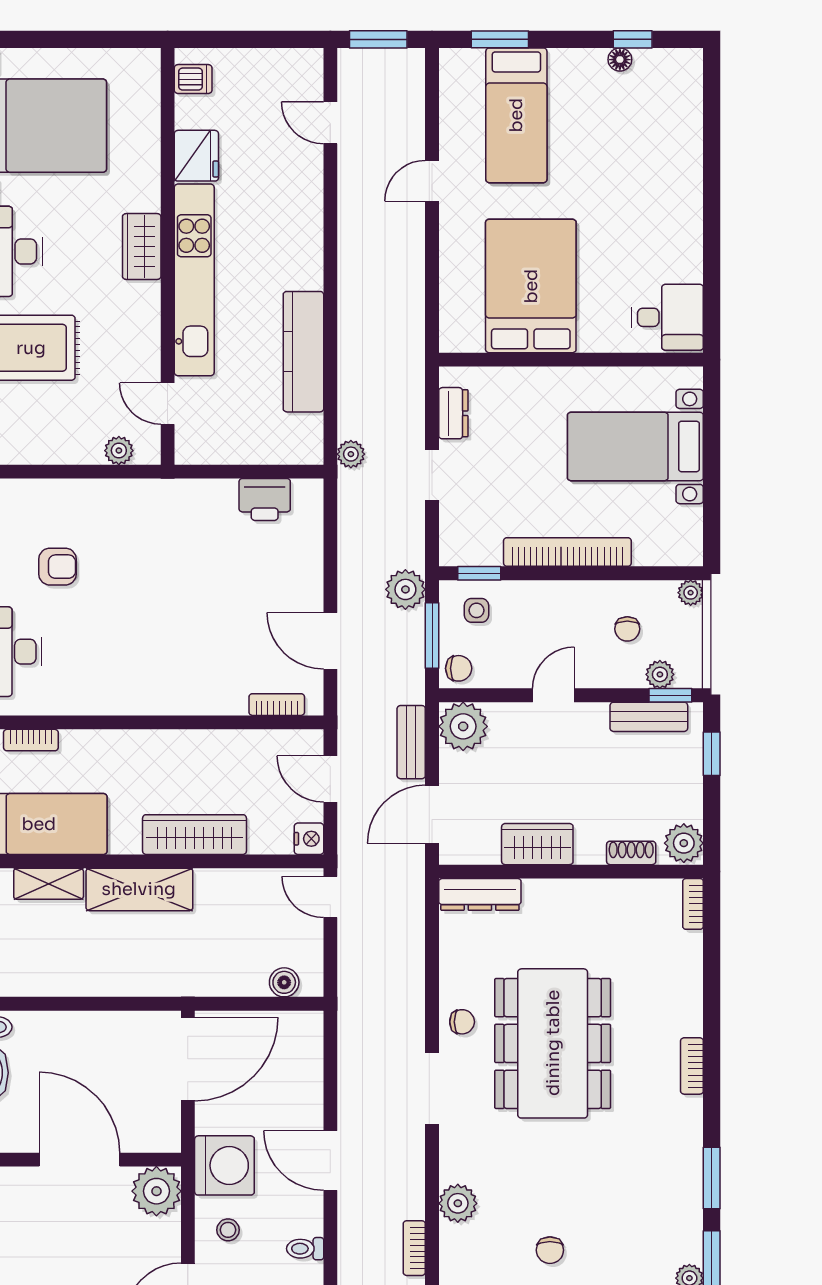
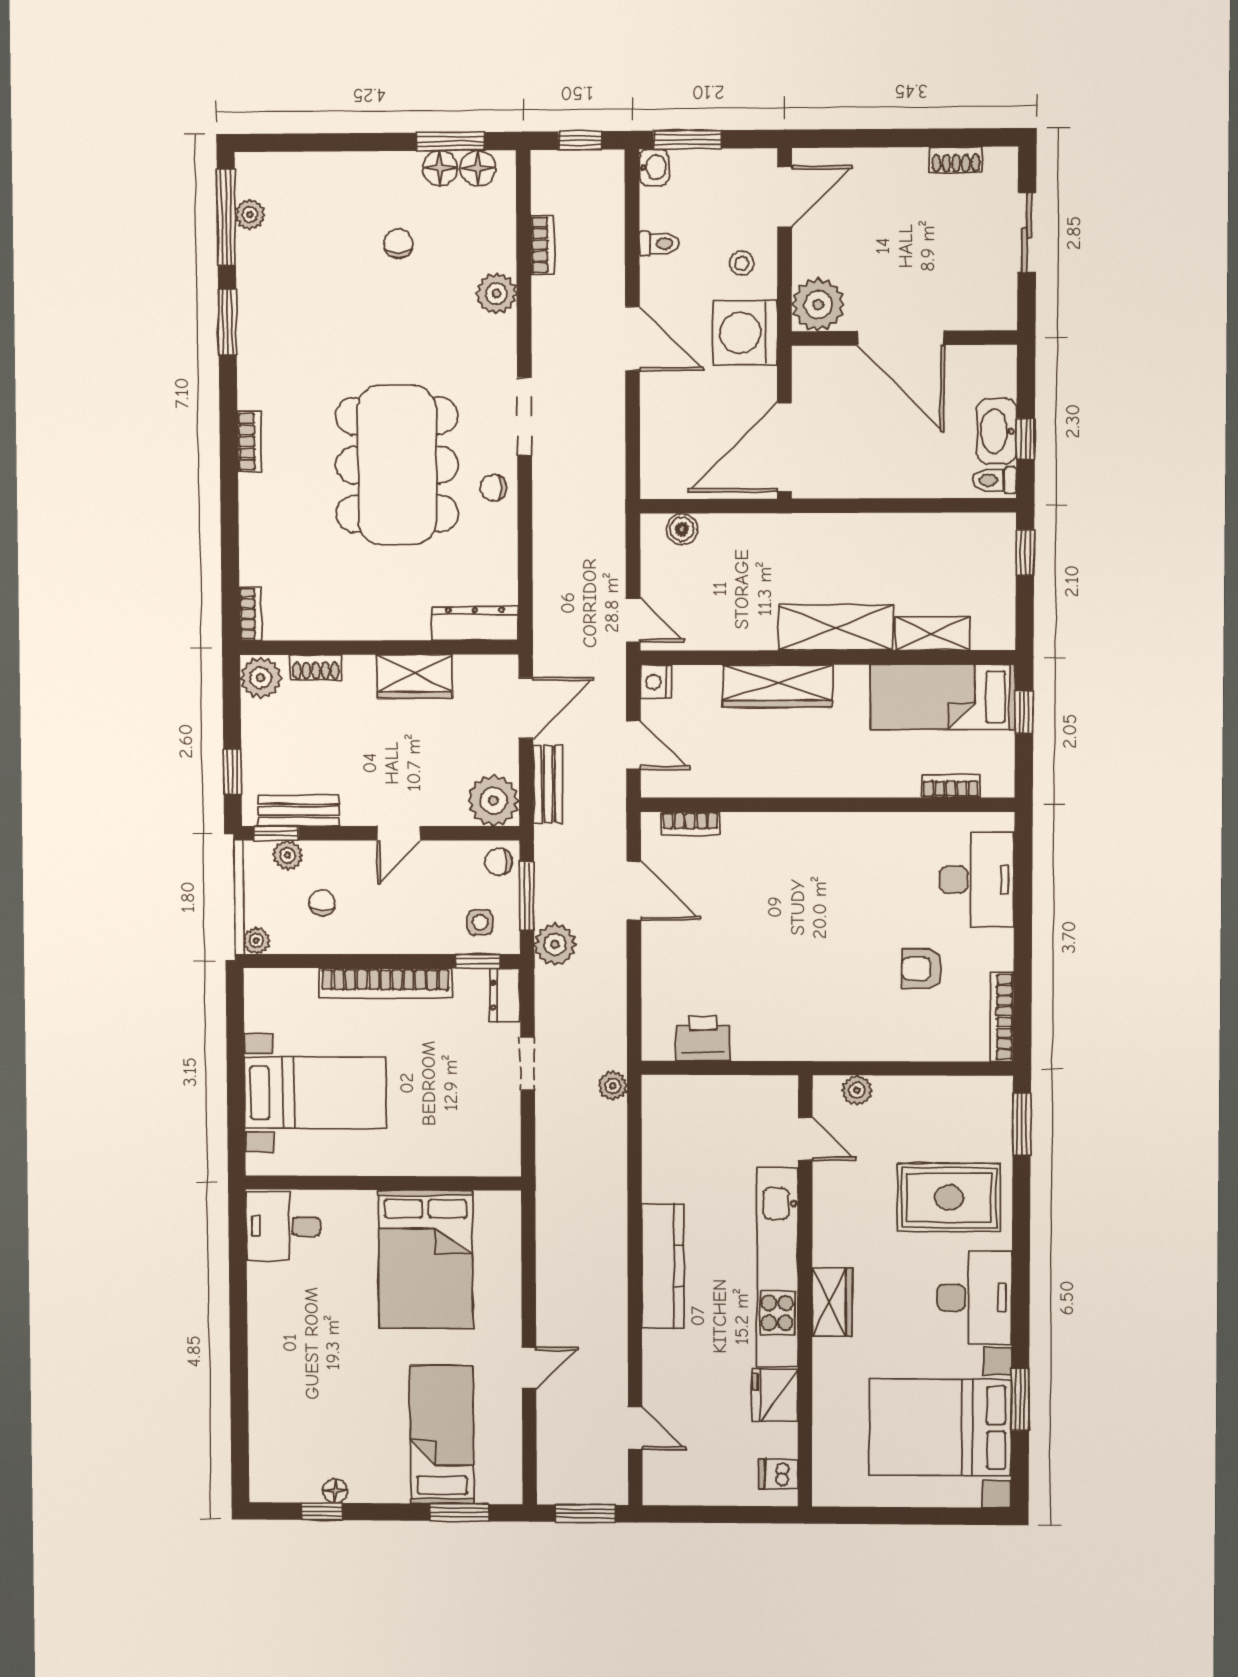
kitchen counter: (303, 352) -> (663, 1266), moved
dresser: (453, 413) -> (505, 995), moved

